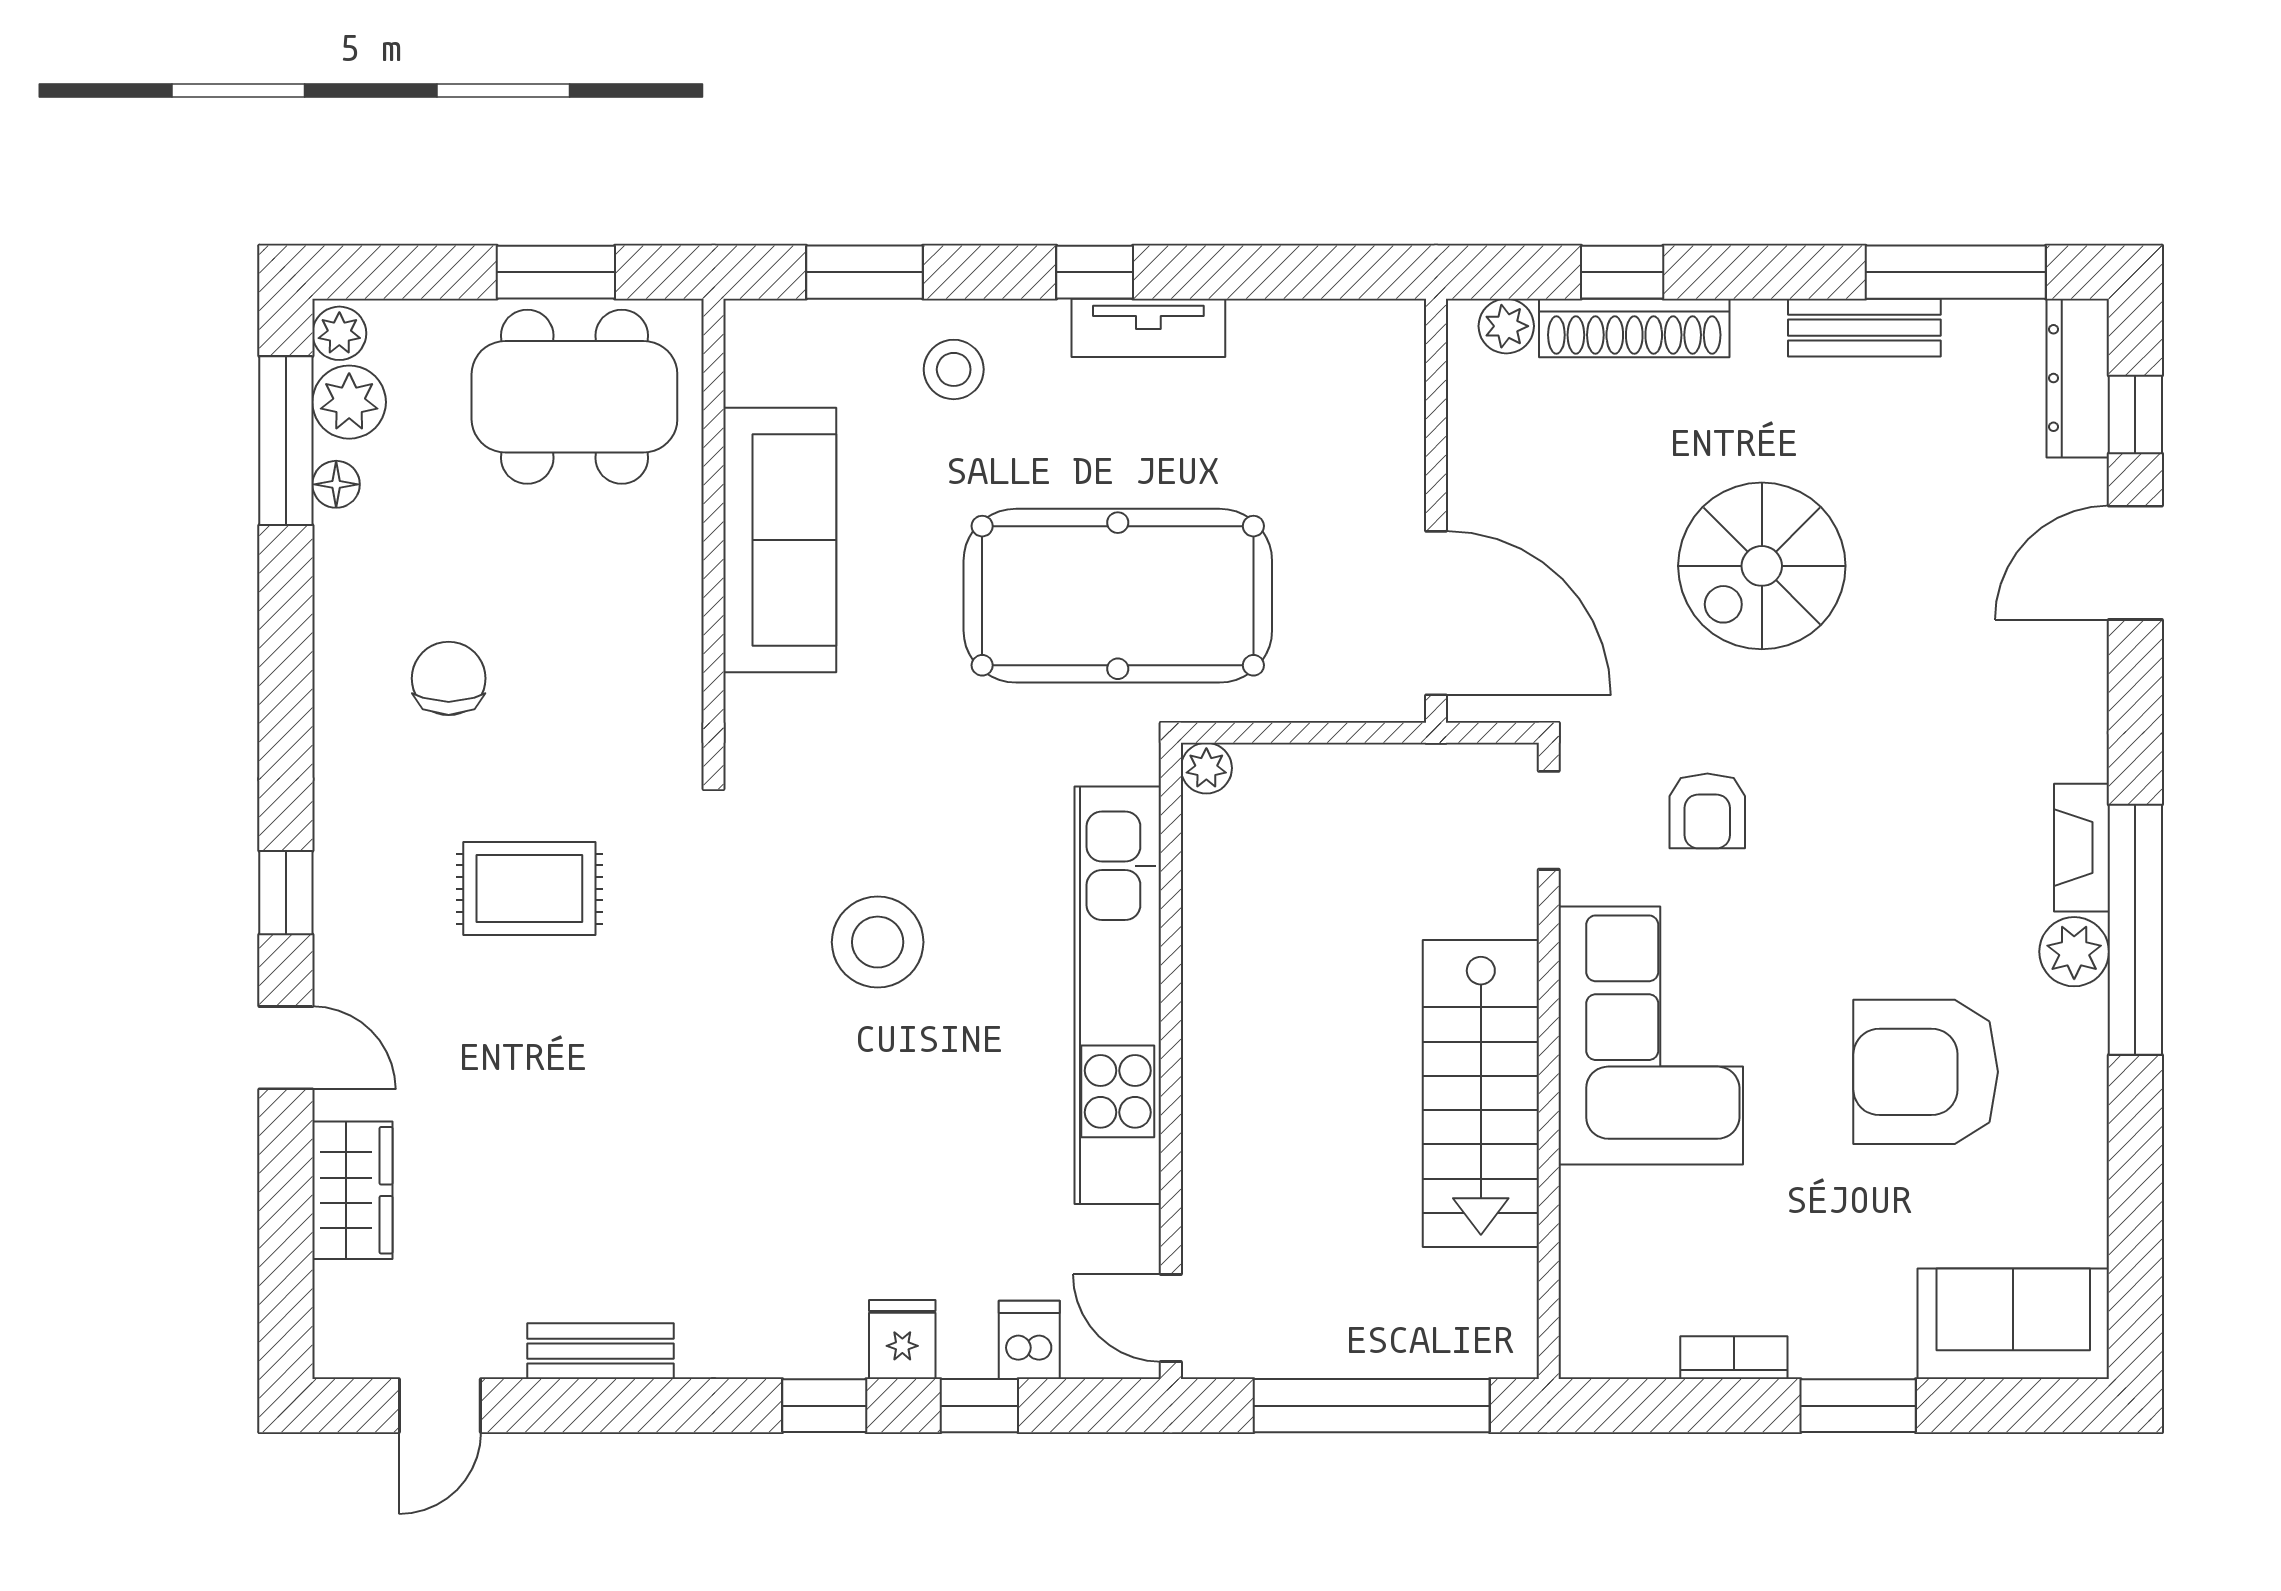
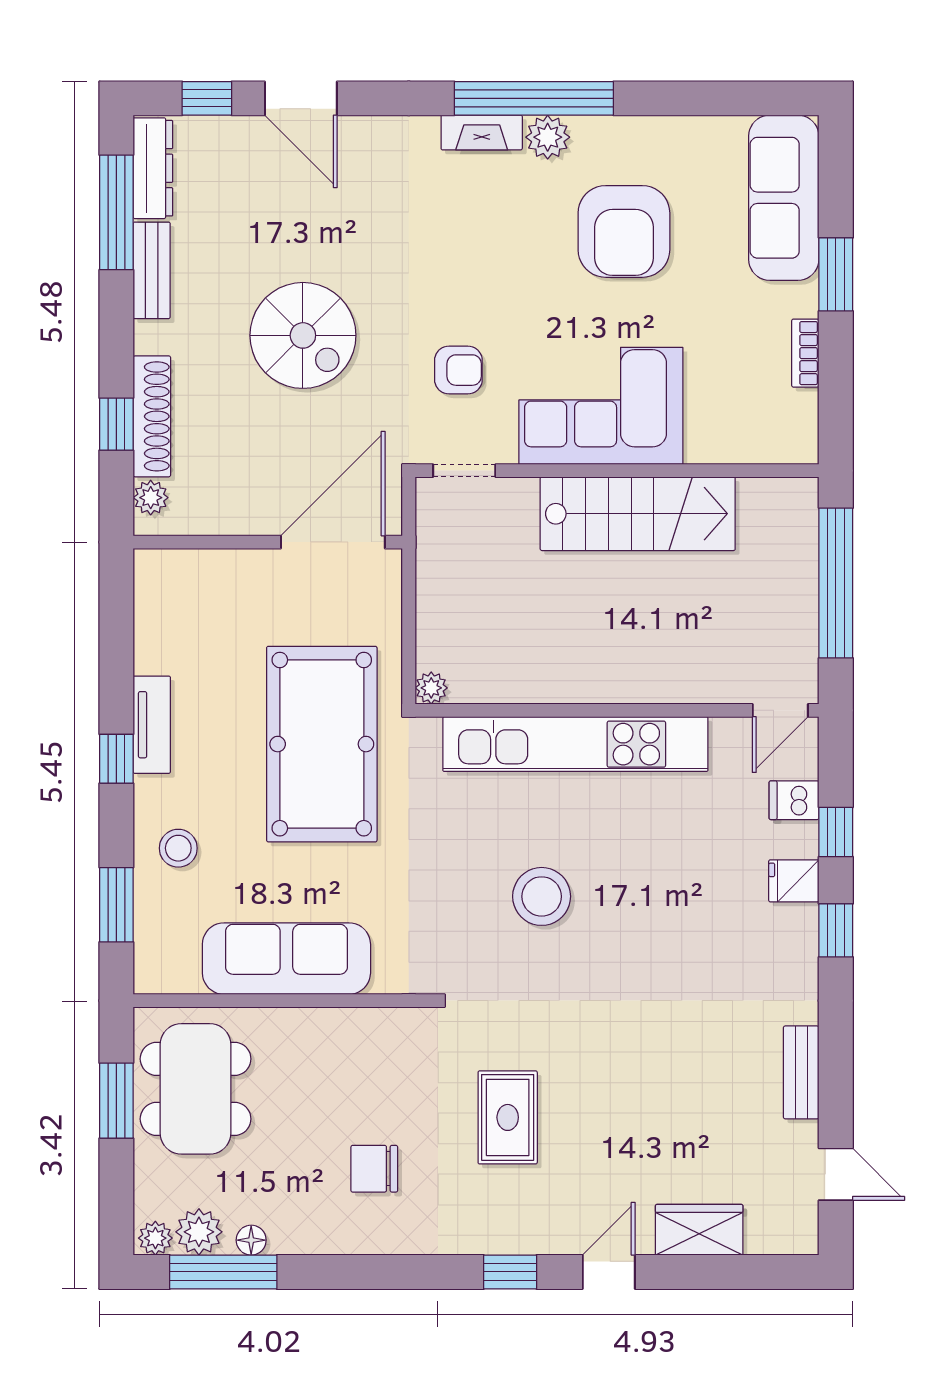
dresser: (2078, 378) -> (153, 168), moved, turned -90
sofa: (2013, 1324) -> (784, 198), width x1.36

